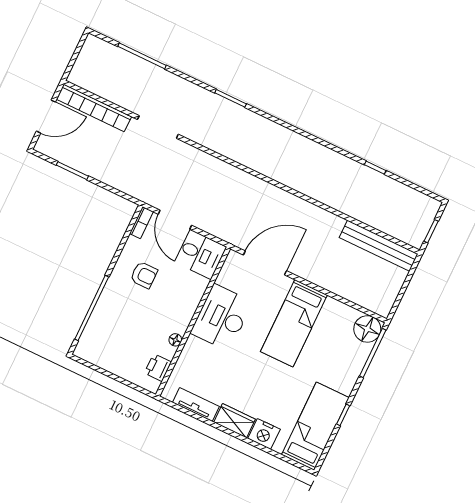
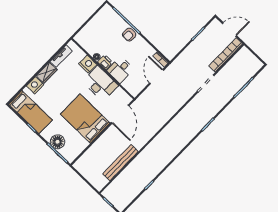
door: (46, 117) -> (229, 30), swing flipped
door: (175, 220) -> (157, 77), hinge flipped
bench: (379, 246) -> (120, 163), moved
desk: (201, 255) -> (120, 70), moved
armchair: (144, 275) -> (129, 35), moved
bed: (294, 323) -> (85, 119), width x1.50
floor lamp: (367, 329) -> (57, 142), moved
nightstand: (194, 351) -> (88, 64), added
printer: (158, 368) -> (105, 62), moved

